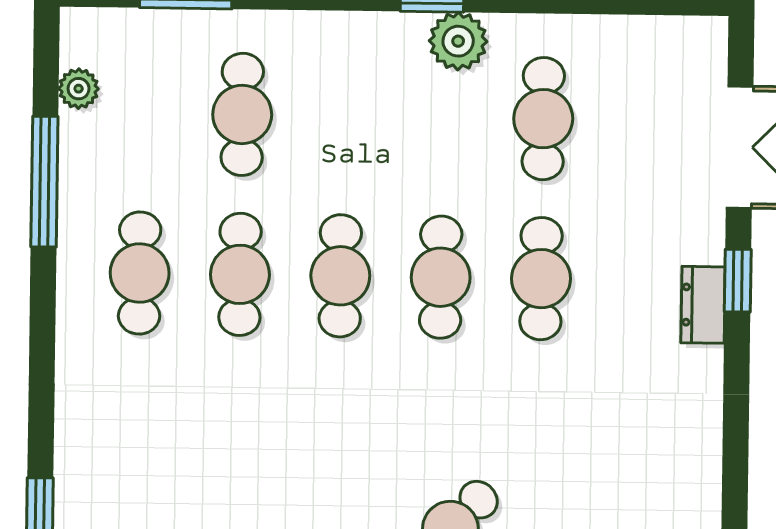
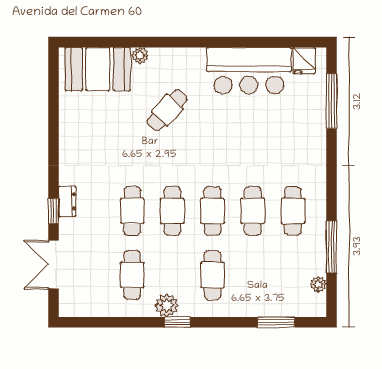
cafe table: (242, 114) -> (213, 275), moved

